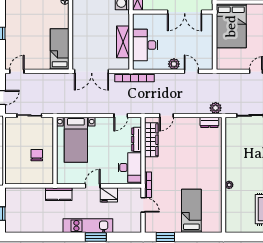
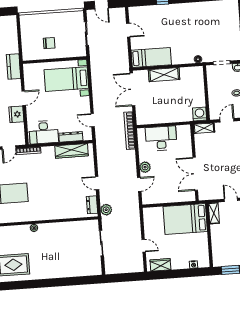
shelving: (123, 42) -> (164, 75), moved
door: (17, 71) -> (128, 30), moved
door: (166, 115) -> (97, 183), moved
door: (93, 186) -> (24, 98), hinge flipped

